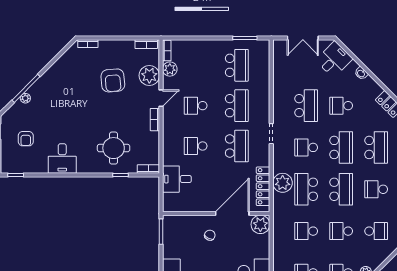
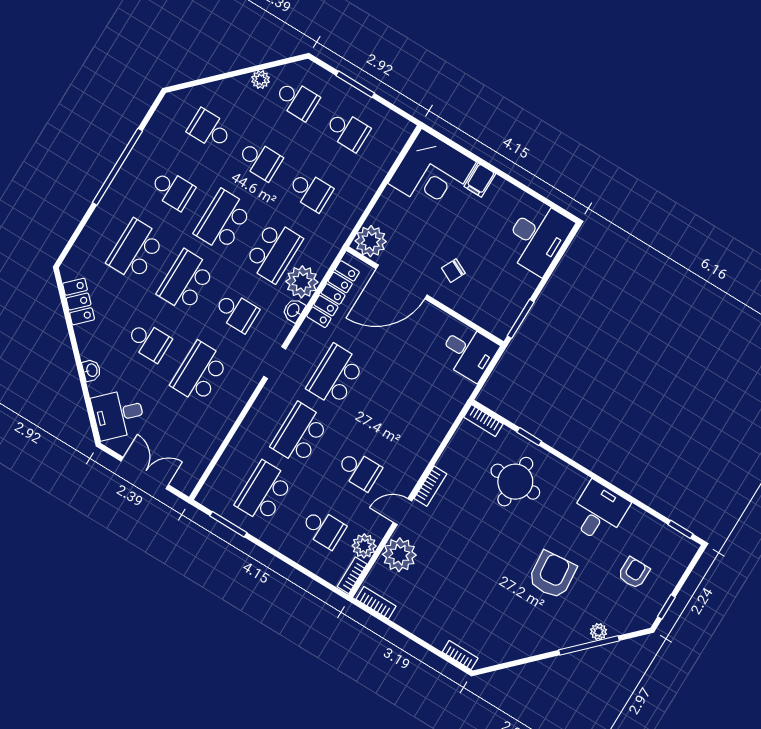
armchair: (113, 80) -> (552, 575), moved
school desk: (196, 146) -> (323, 528), moved
washbasin: (278, 166) -> (294, 310), added
desk: (177, 179) -> (469, 352), moved

